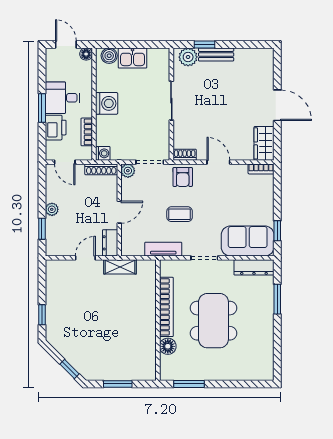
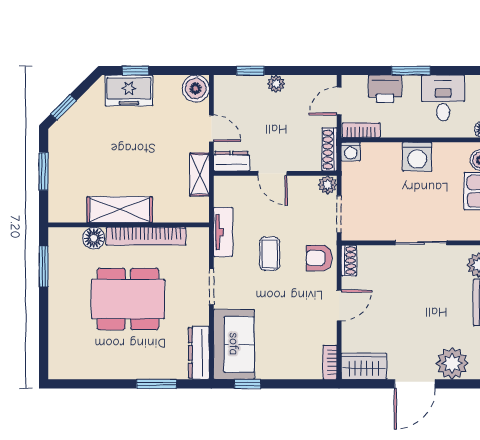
plant: (262, 77) -> (452, 363), added
desk: (63, 98) -> (443, 98), moved
bookcase: (87, 132) -> (361, 130), moved
boiler: (55, 270) -> (196, 89), added
freezer: (57, 320) -> (129, 90), added
shelving: (146, 327) -> (120, 210), added

